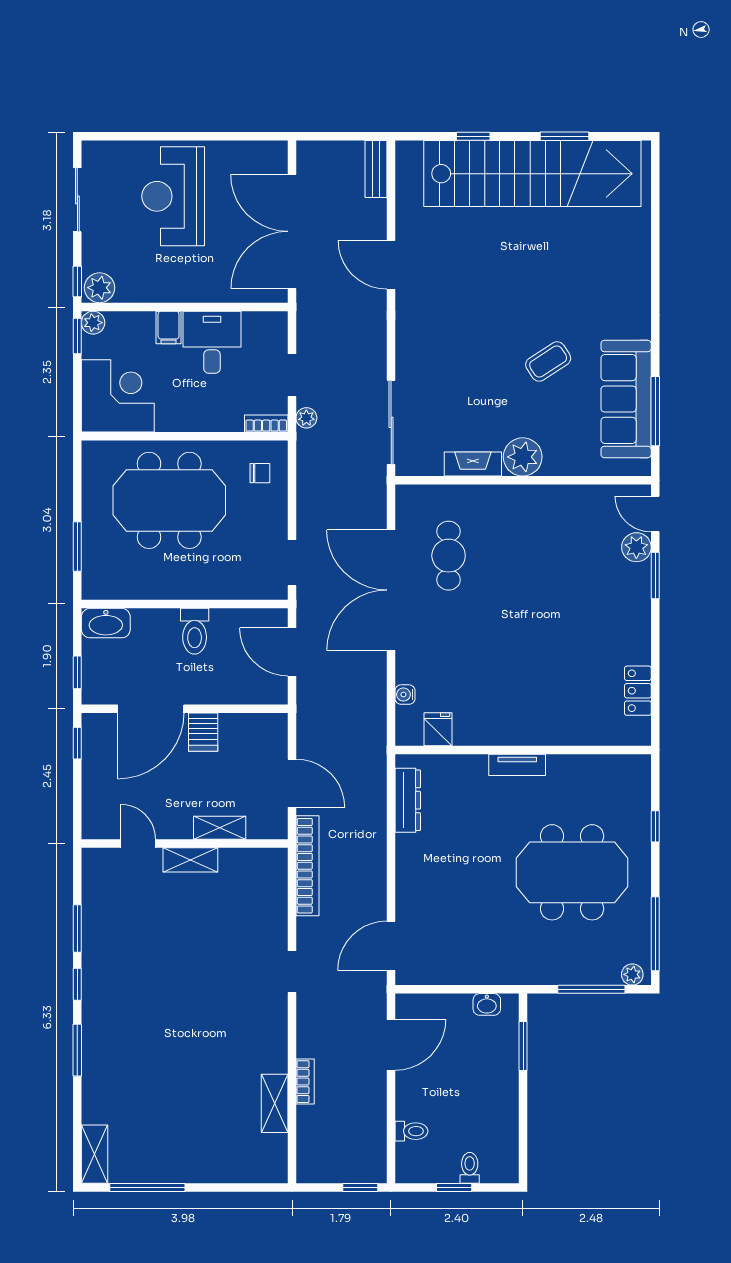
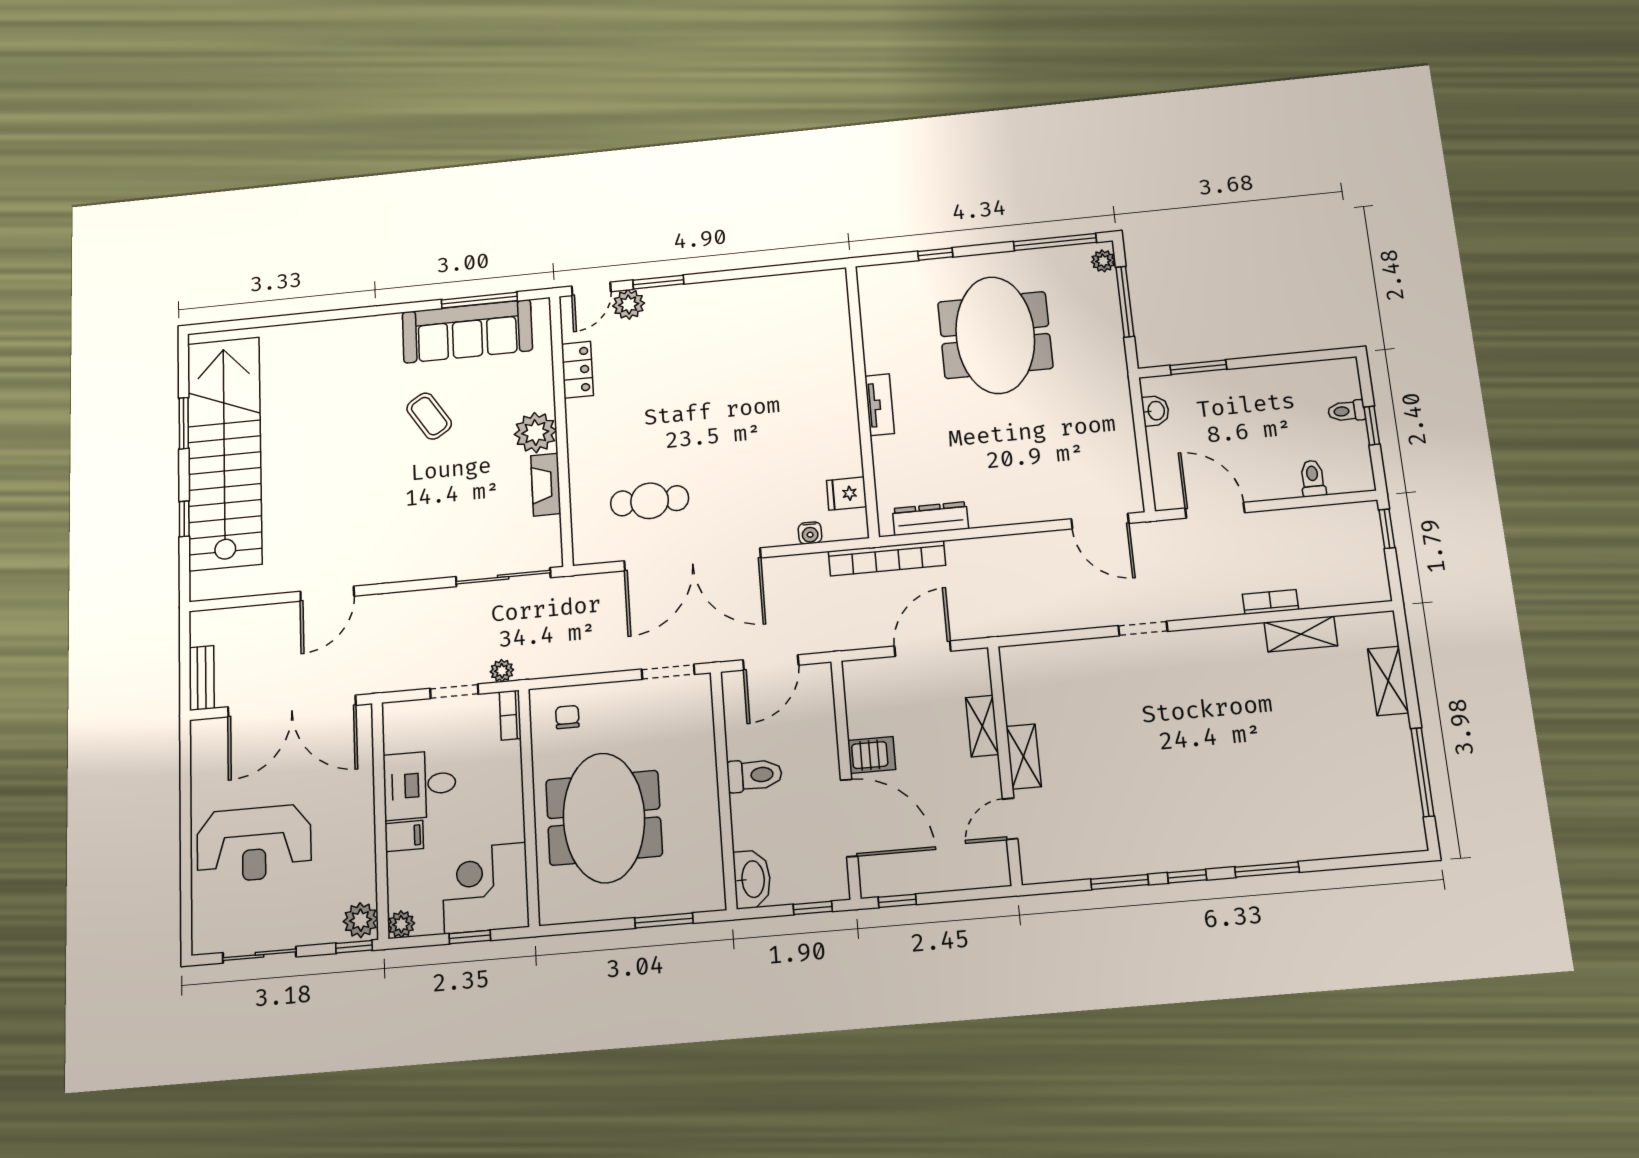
bench: (376, 169) -> (202, 678), moved, turned 90
window: (77, 336) -> (470, 937), moved
locker: (638, 691) -> (577, 370), moved, turned -90
bookcase: (307, 866) -> (887, 558), moved, turned 180
shelving: (95, 1154) -> (1388, 681), moved, turned 90

